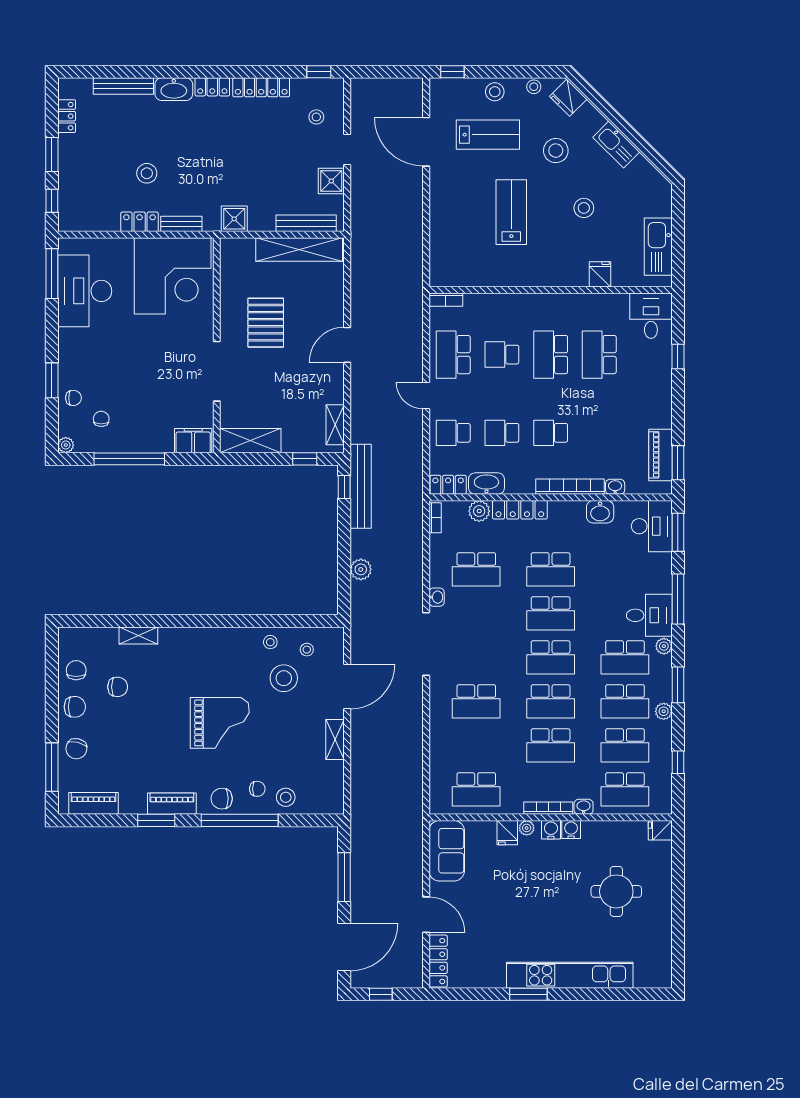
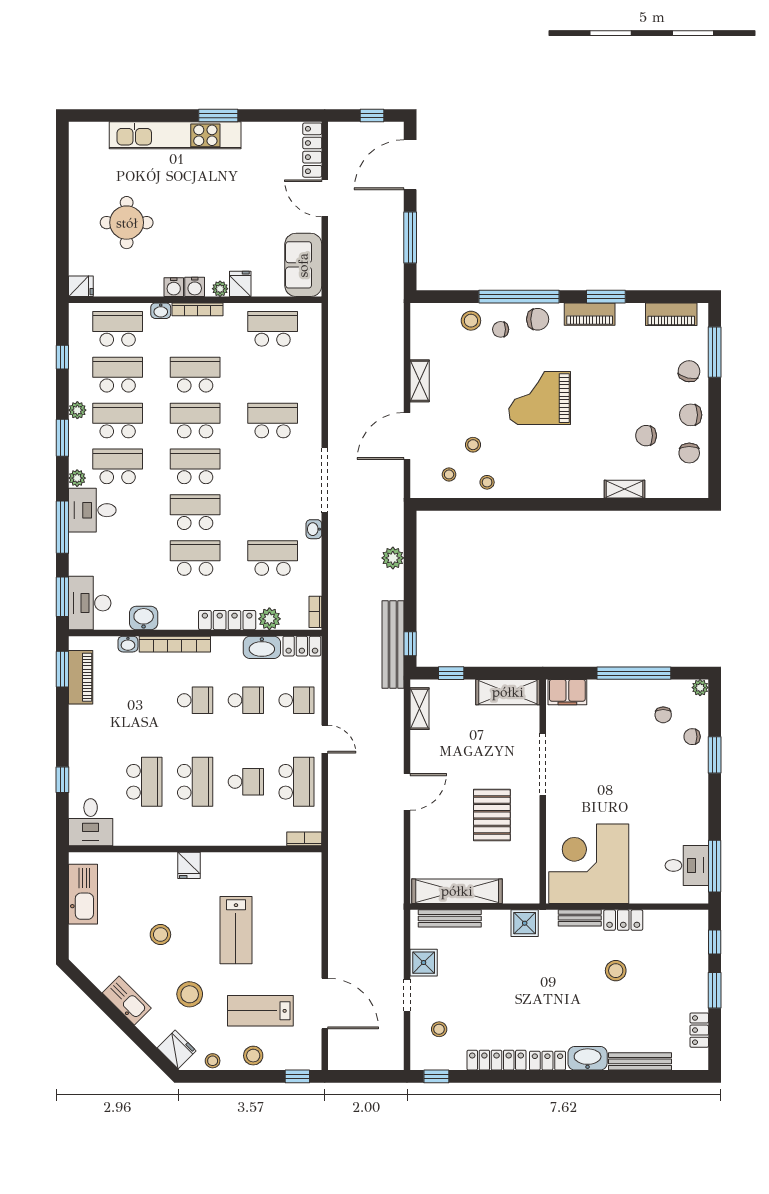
fridge: (600, 274) -> (189, 865), moved
desk: (85, 291) -> (687, 865), width x0.53, depth x0.77
stool: (284, 678) -> (473, 445), width x0.53, depth x0.53

